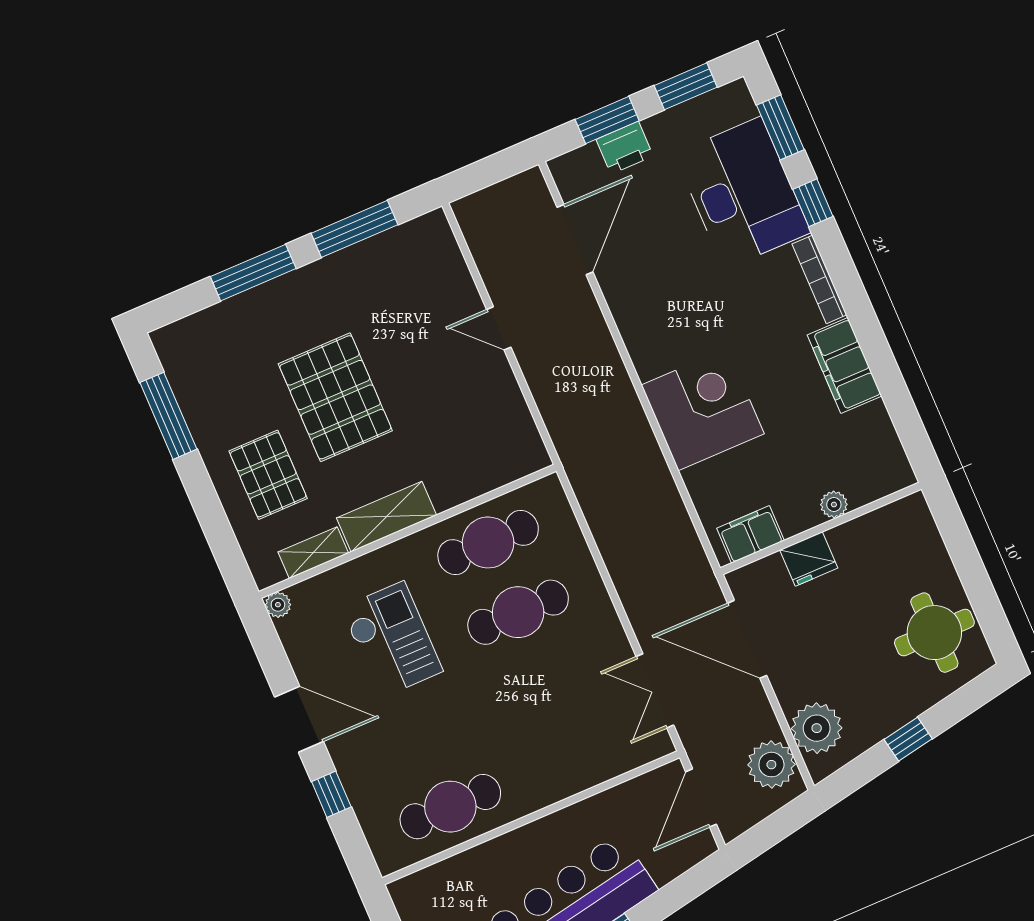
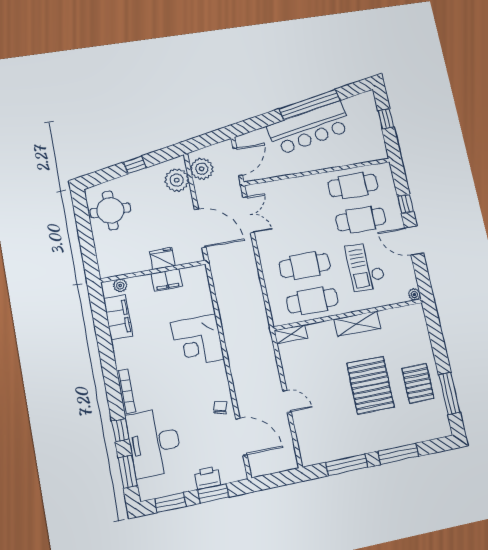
door: (575, 240) -> (241, 437), swing flipped
chair: (629, 288) -> (220, 408), added
filing cabinet: (844, 366) -> (118, 317), moved
pallet: (268, 475) -> (418, 383), moved
plant: (834, 505) -> (120, 285), moved
filing cabinet: (751, 534) -> (167, 280), moved
shelving: (313, 553) -> (291, 334), moved
cafe table: (420, 737) -> (361, 220), added

